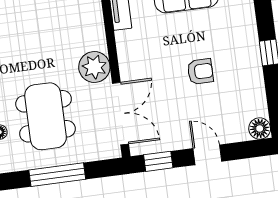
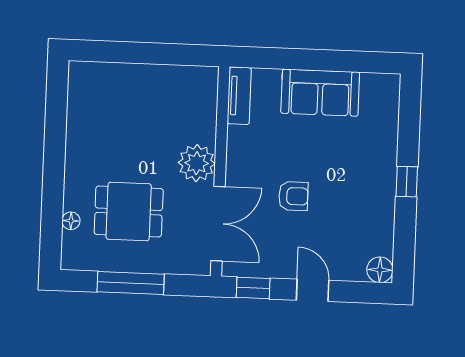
armchair: (200, 72) -> (293, 196), moved
dining table: (46, 116) -> (129, 212), width x0.73

